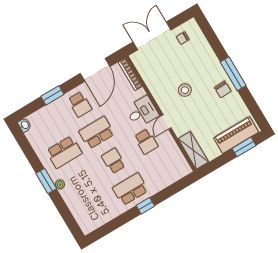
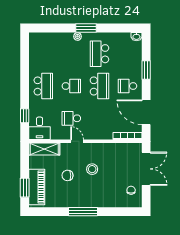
chair: (223, 89) -> (67, 175), moved
desk: (142, 112) -> (40, 128), moved
window: (145, 206) -> (25, 116), moved

